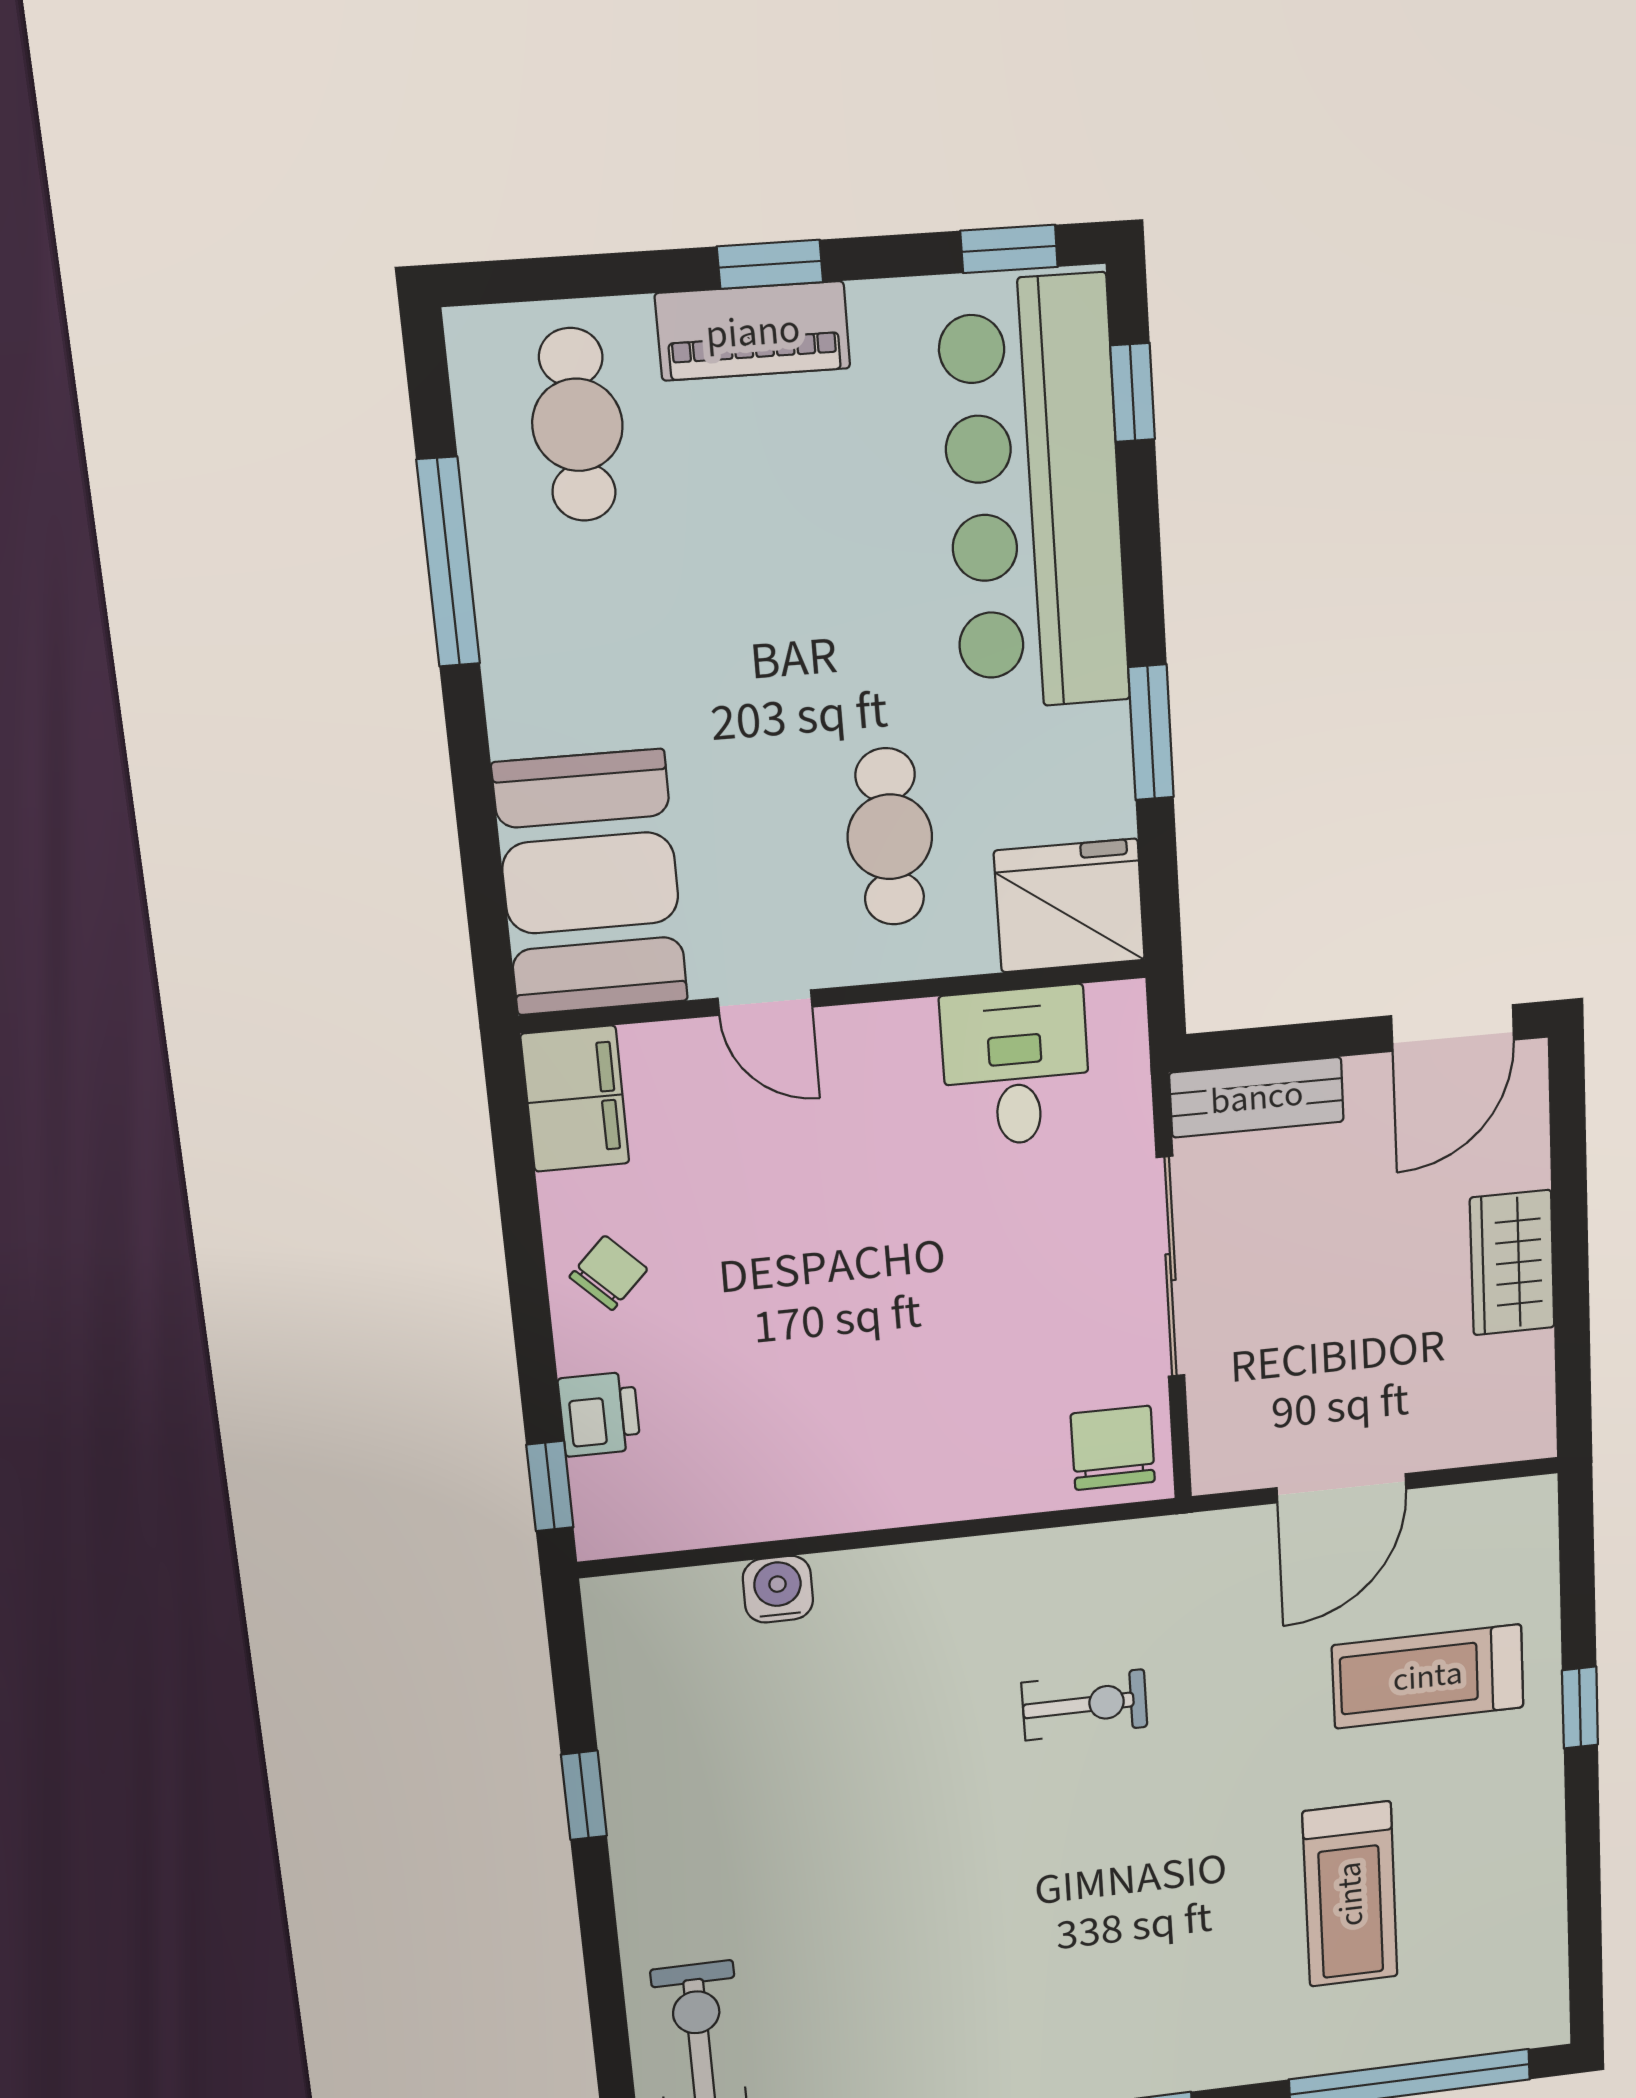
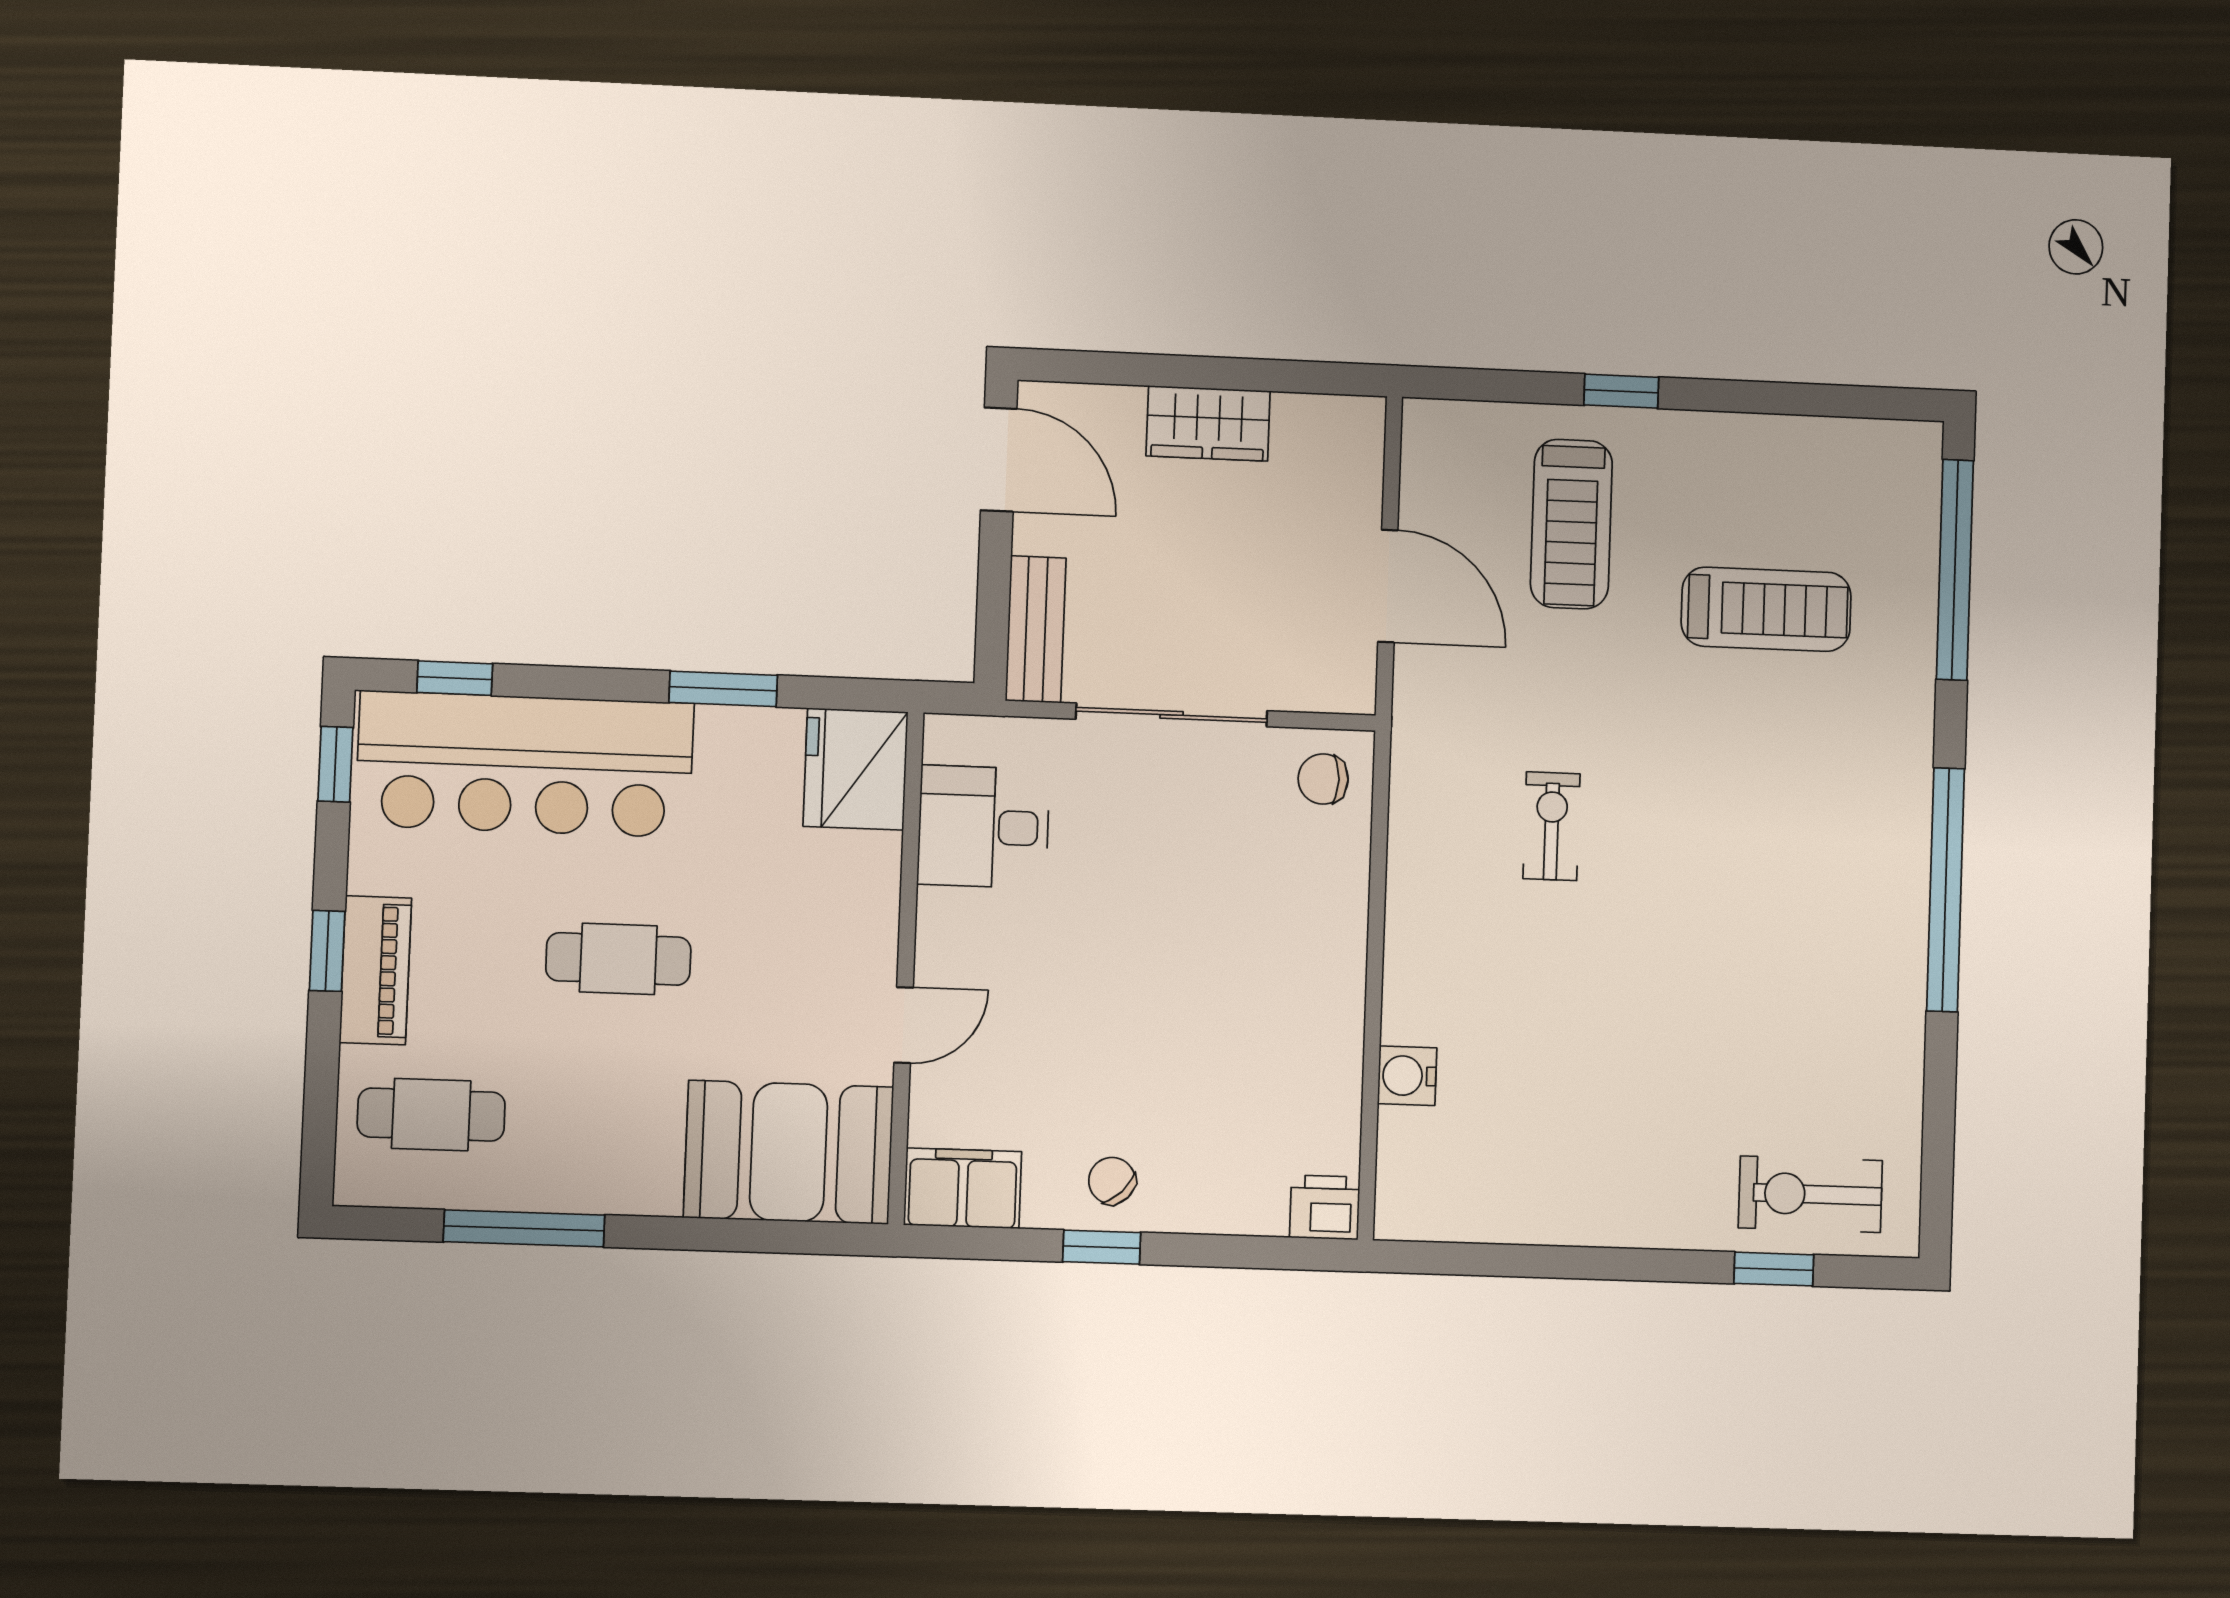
cafe table: (890, 837) -> (618, 959), moved
printer: (599, 1414) -> (1325, 1207), moved
chair: (1113, 1448) -> (1323, 779), width x0.73, depth x0.73
window: (550, 1486) -> (1102, 1247), moved
window: (584, 1795) -> (1774, 1269), moved

